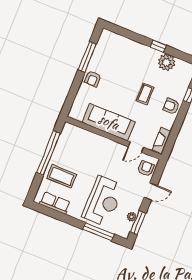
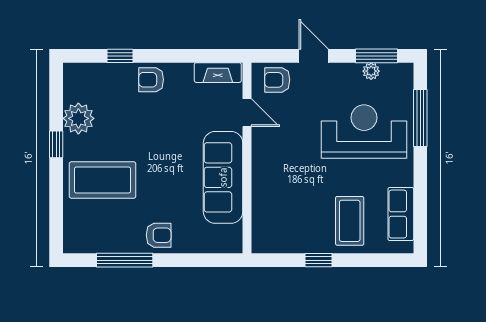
coffee table: (145, 94) -> (103, 180), moved, width x1.86, depth x1.72
armchair: (171, 106) -> (151, 80), turned 90
window: (48, 153) -> (319, 260), width x0.32

